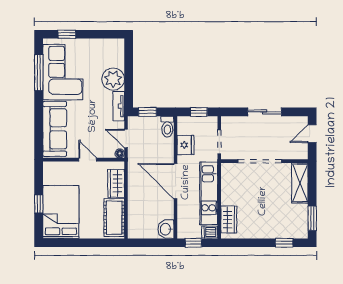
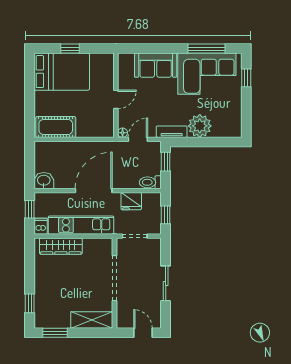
sofa: (55, 129) -> (156, 65), width x0.73
wardrobe: (116, 183) -> (91, 129), removed
wardrobe: (229, 220) -> (61, 246), width x1.50

